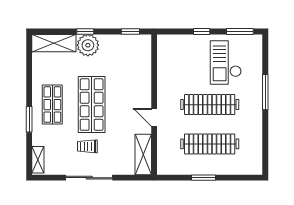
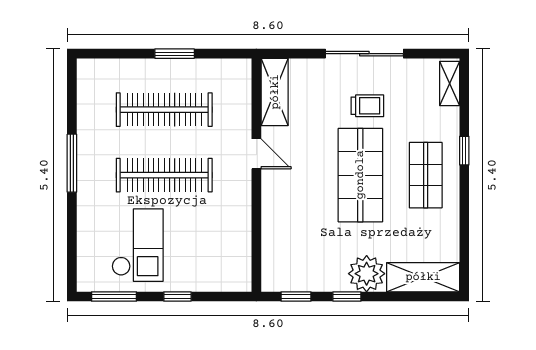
window: (85, 31) -> (347, 297), moved
window: (265, 92) -> (72, 163), moved
window: (29, 119) -> (464, 151), width x0.67

